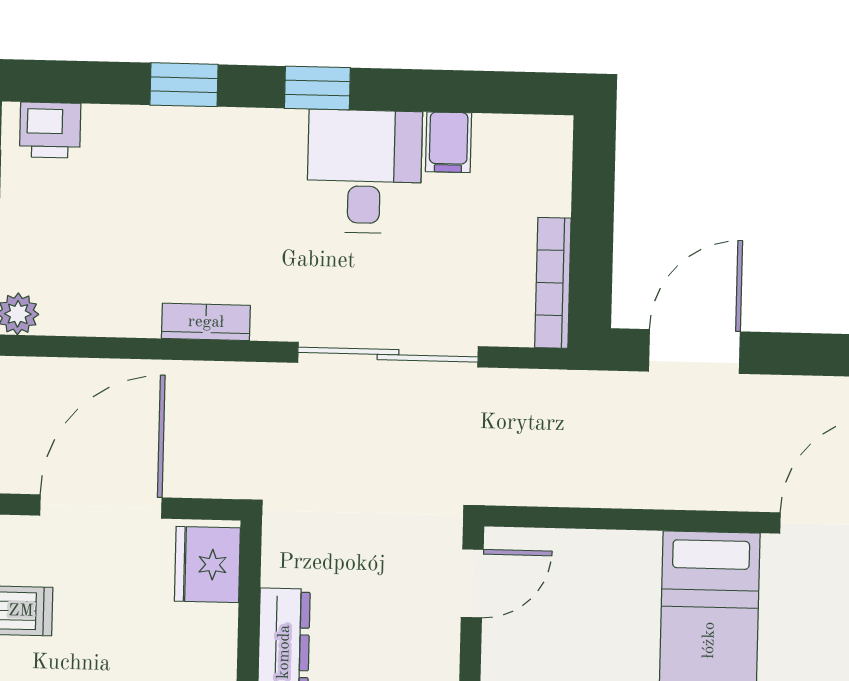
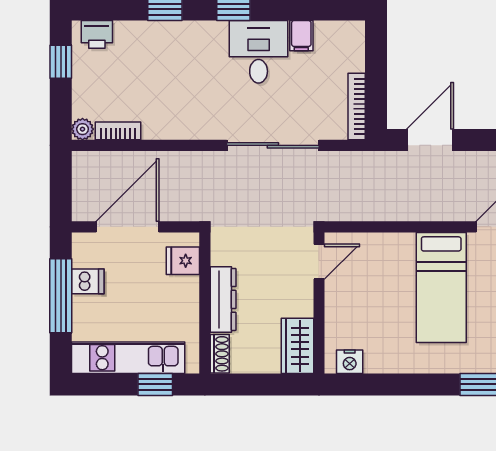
bookcase: (206, 322) -> (118, 131), moved
fridge: (207, 565) -> (183, 261), width x0.72

